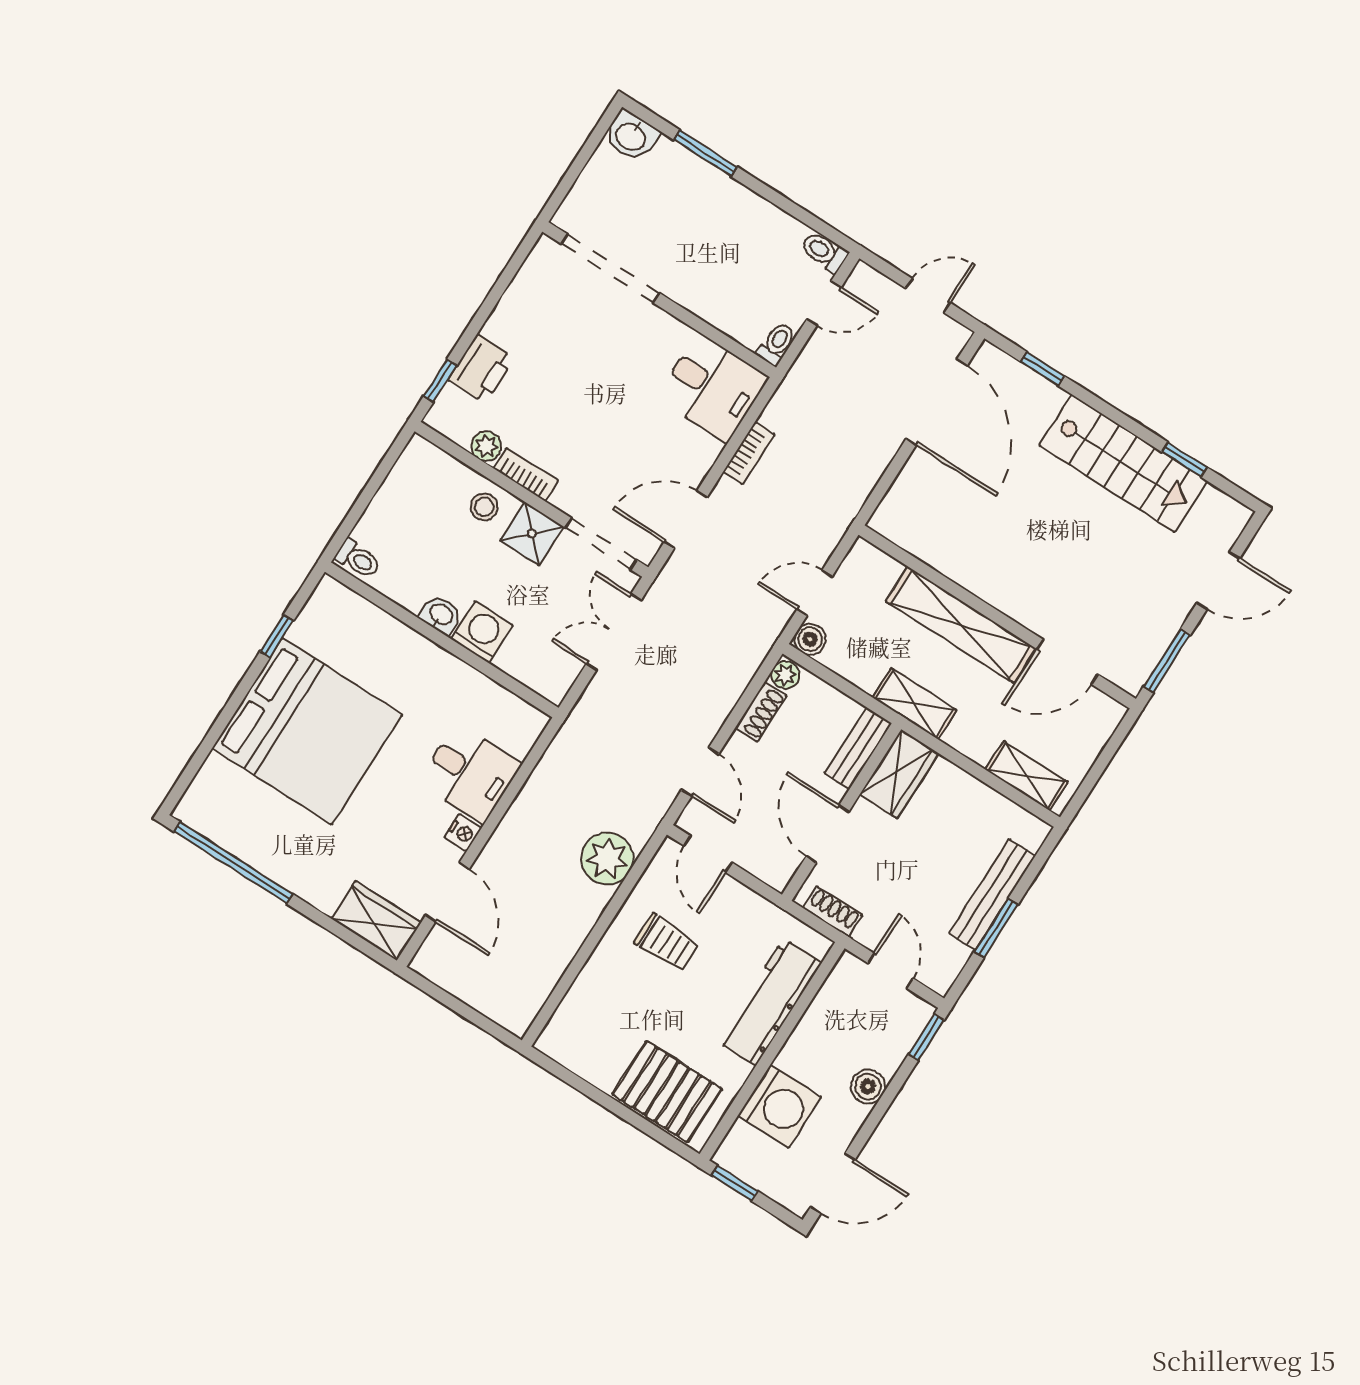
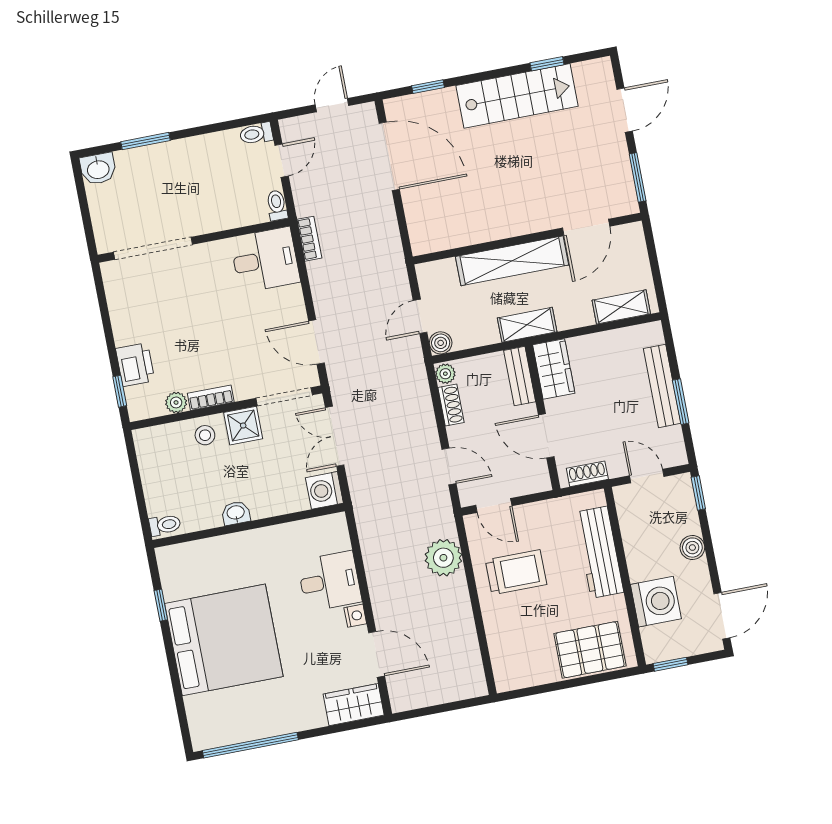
bookcase: (749, 453) -> (309, 239), moved
door: (686, 520) -> (316, 342), hinge flipped
washing machine: (482, 632) -> (324, 490), moved, turned -90
trolley: (667, 943) -> (516, 572), width x1.36, depth x1.39

